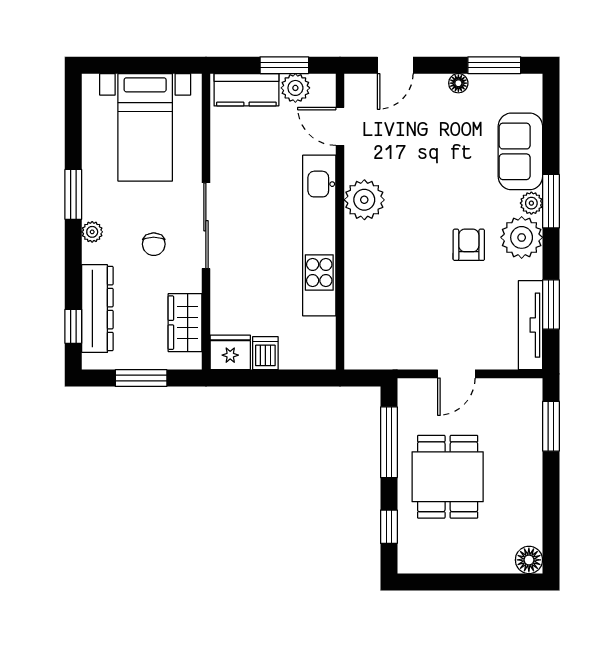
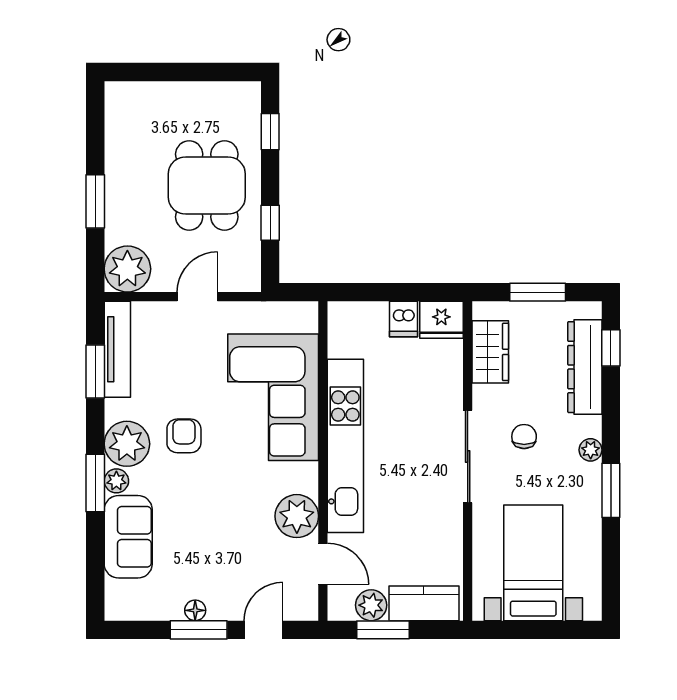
window: (494, 65) -> (199, 630), moved
plant: (364, 200) -> (297, 516), moved
armchair: (469, 245) -> (184, 436), turned 180
corner sofa: (386, 281) -> (273, 397), added
plant: (521, 399) -> (127, 269), added
window: (551, 426) -> (95, 201), moved
window: (389, 442) -> (270, 223), width x0.46
floor lamp: (529, 560) -> (119, 96), removed

